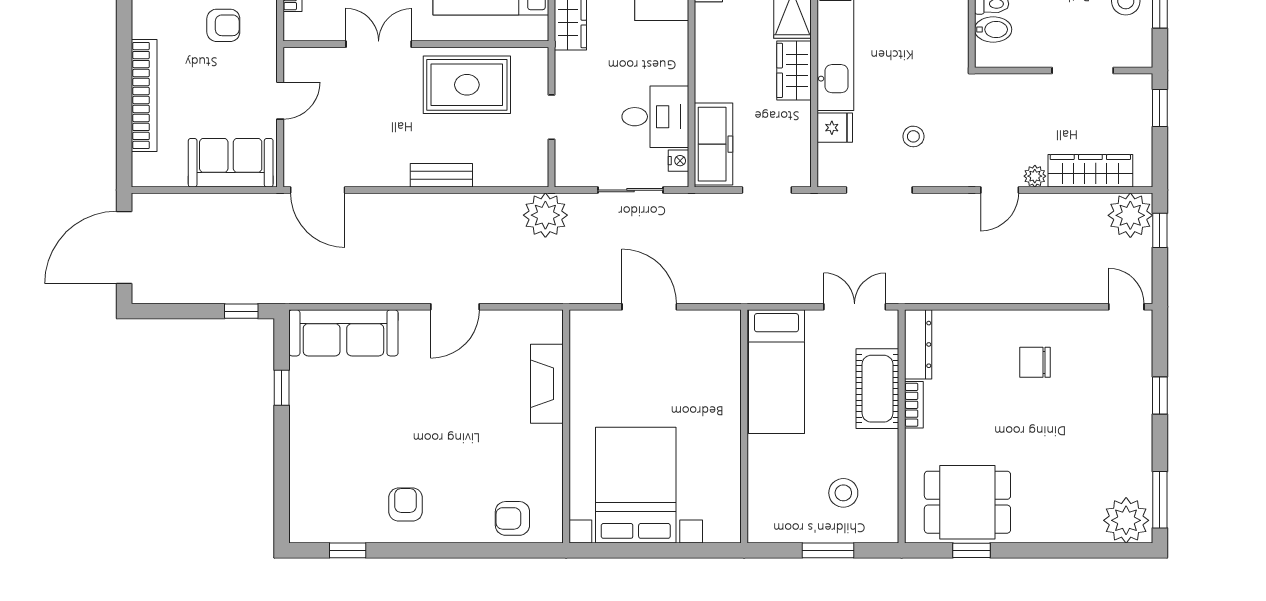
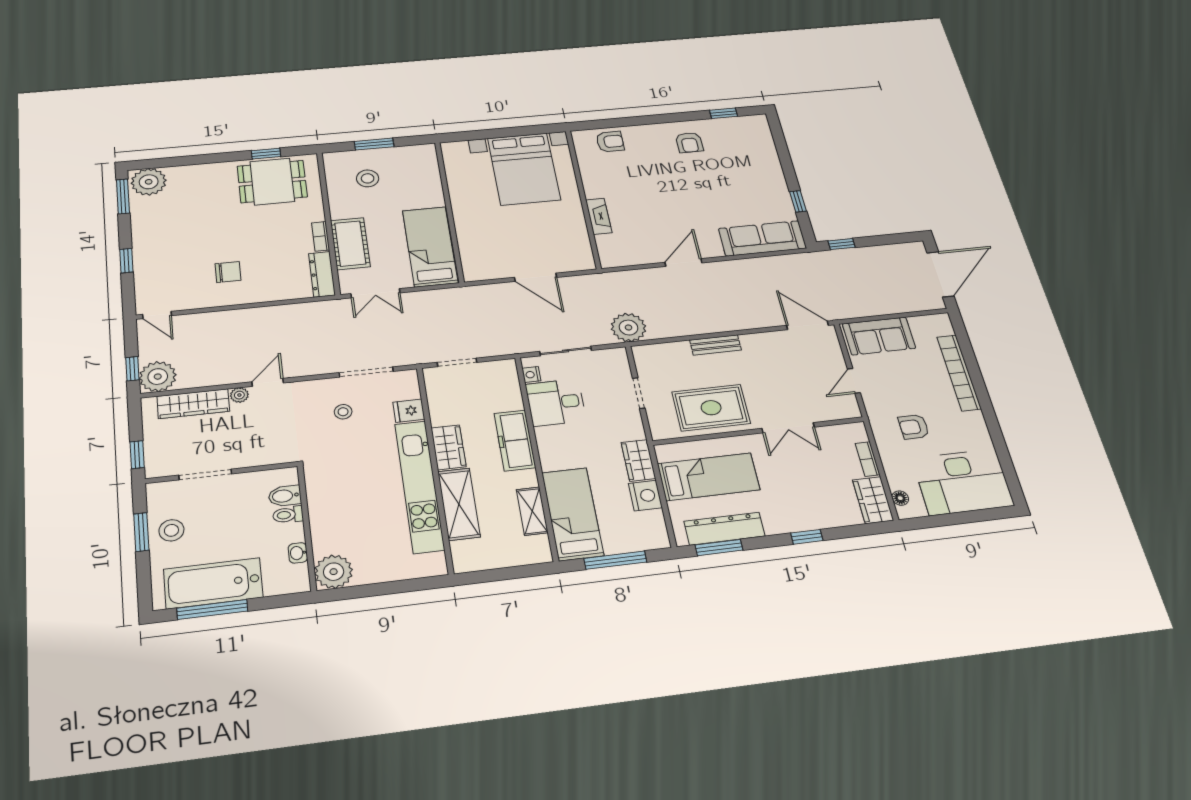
freezer: (714, 144) -> (515, 440), moved
fireplace: (547, 384) -> (599, 216), width x0.73, depth x0.76

